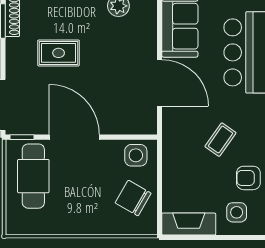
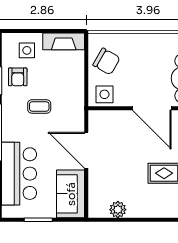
coffee table: (220, 140) -> (39, 106), turned 55
armchair: (248, 178) -> (18, 77), turned 90

